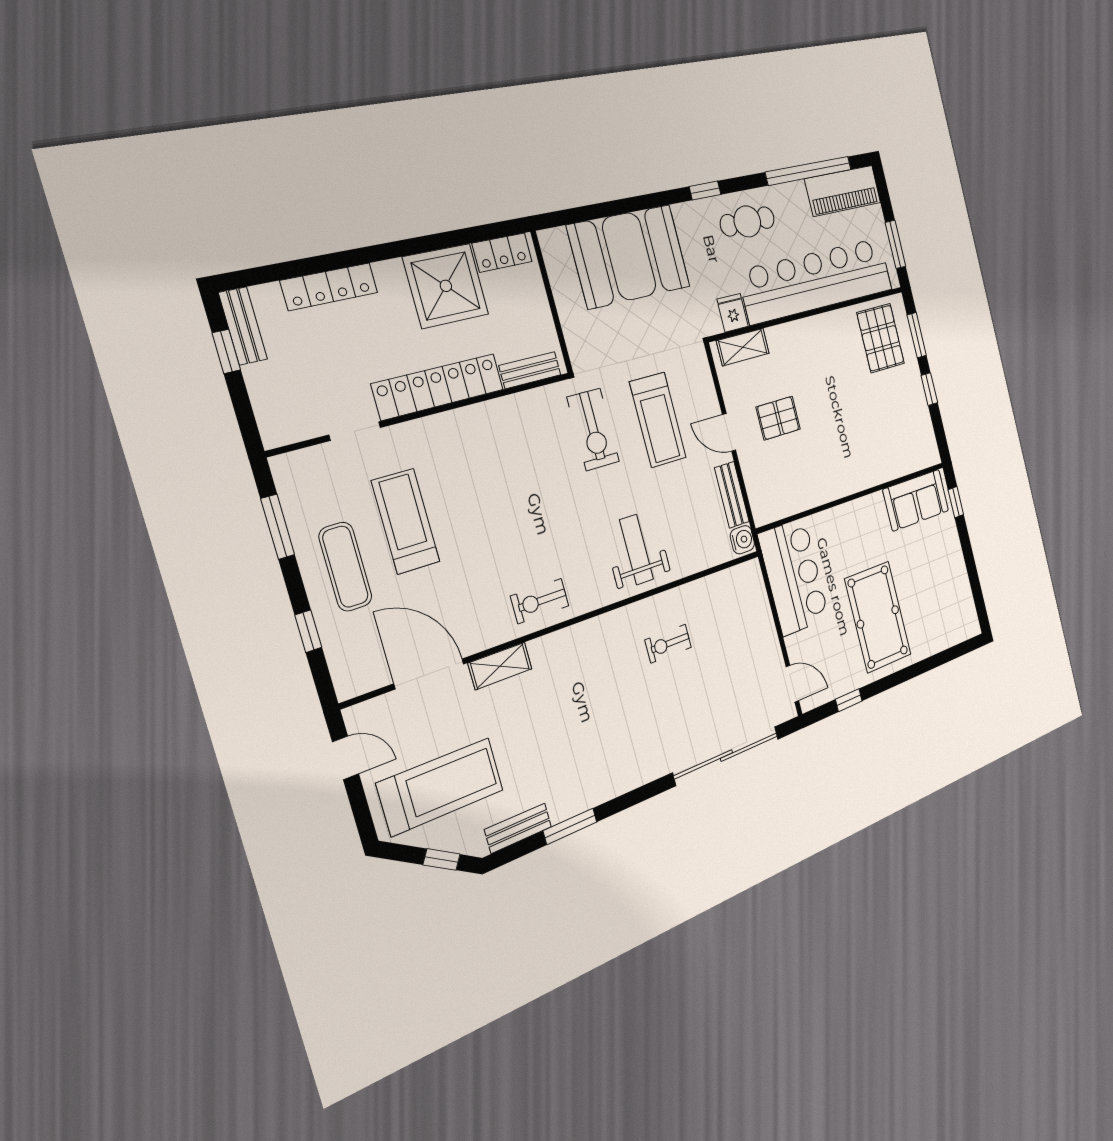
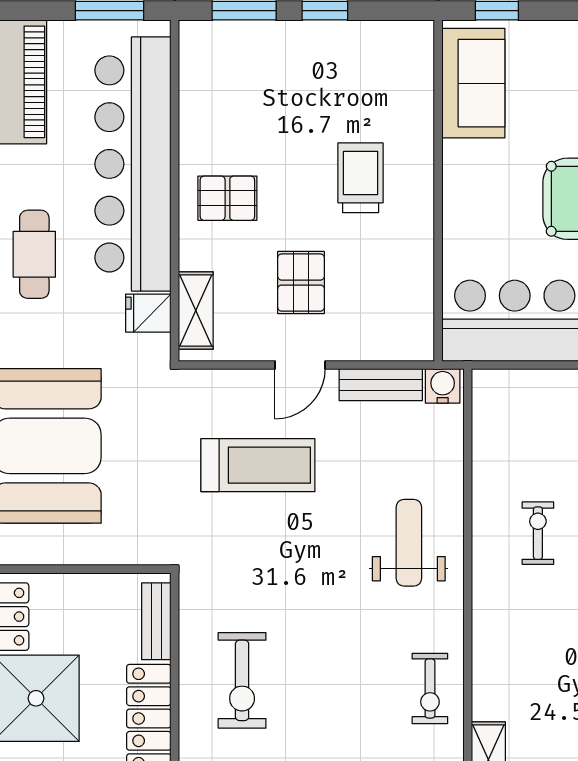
pallet: (881, 338) -> (227, 198), moved, width x0.67, depth x0.71
exercise bike: (593, 429) -> (242, 680), moved, turned 90
trolley: (848, 441) -> (361, 178), added
weight bench: (636, 550) -> (409, 543), turned 90
exercise bike: (668, 644) -> (538, 533), turned 180

